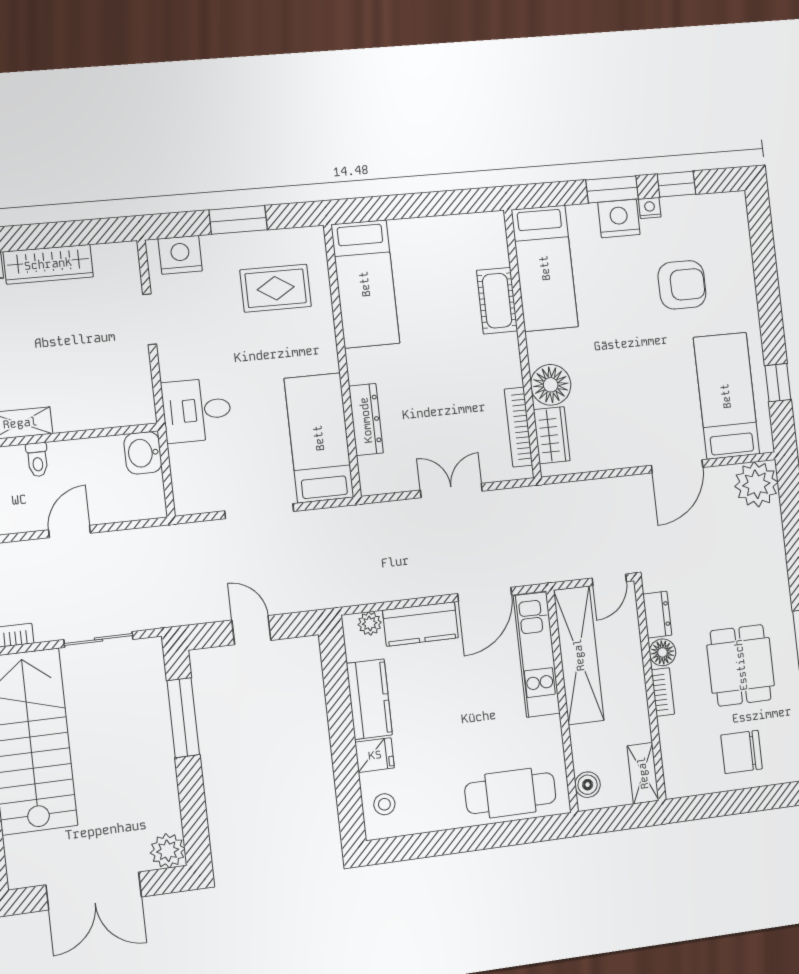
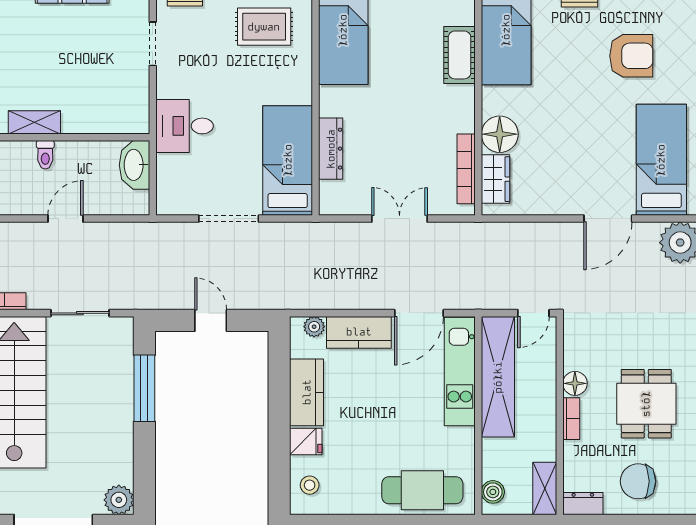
washbasin: (143, 453) -> (135, 165), width x1.38
dresser: (657, 615) -> (583, 504), moved, turned -90

